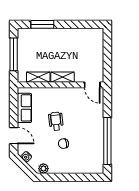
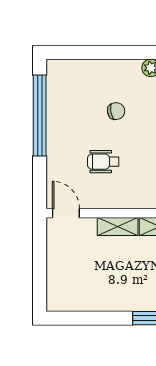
wheelchair: (56, 121) -> (103, 162), moved, turned 96

